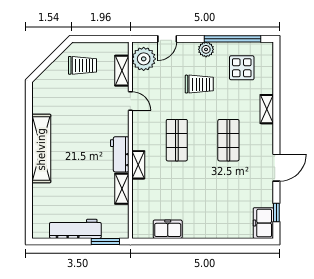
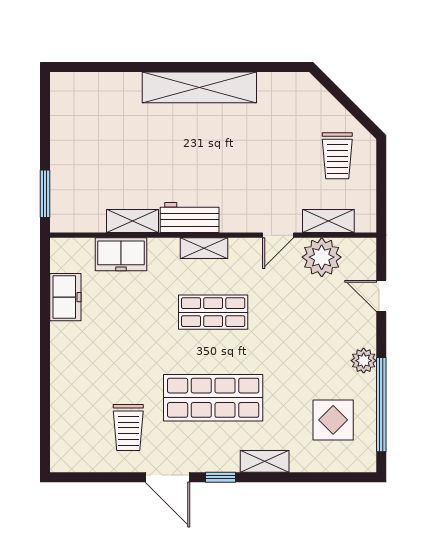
plant: (144, 59) -> (322, 257), moved
trolley: (199, 84) -> (128, 428), moved
shop shelf: (228, 140) -> (213, 398), width x1.43, depth x1.36
shelving: (138, 165) -> (204, 248), moved
window: (276, 212) -> (221, 477), moved
freezer: (263, 223) -> (121, 254), moved, turned 180
workbench: (75, 229) -> (66, 144), removed

